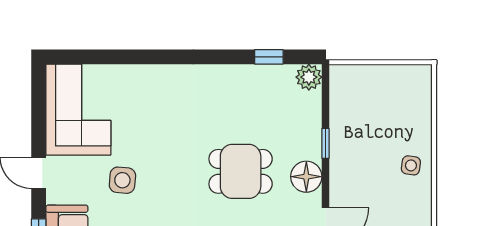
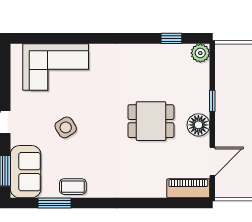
corner sofa: (78, 110) -> (56, 67), moved, turned 90
side table: (122, 180) -> (66, 127), turned -37

